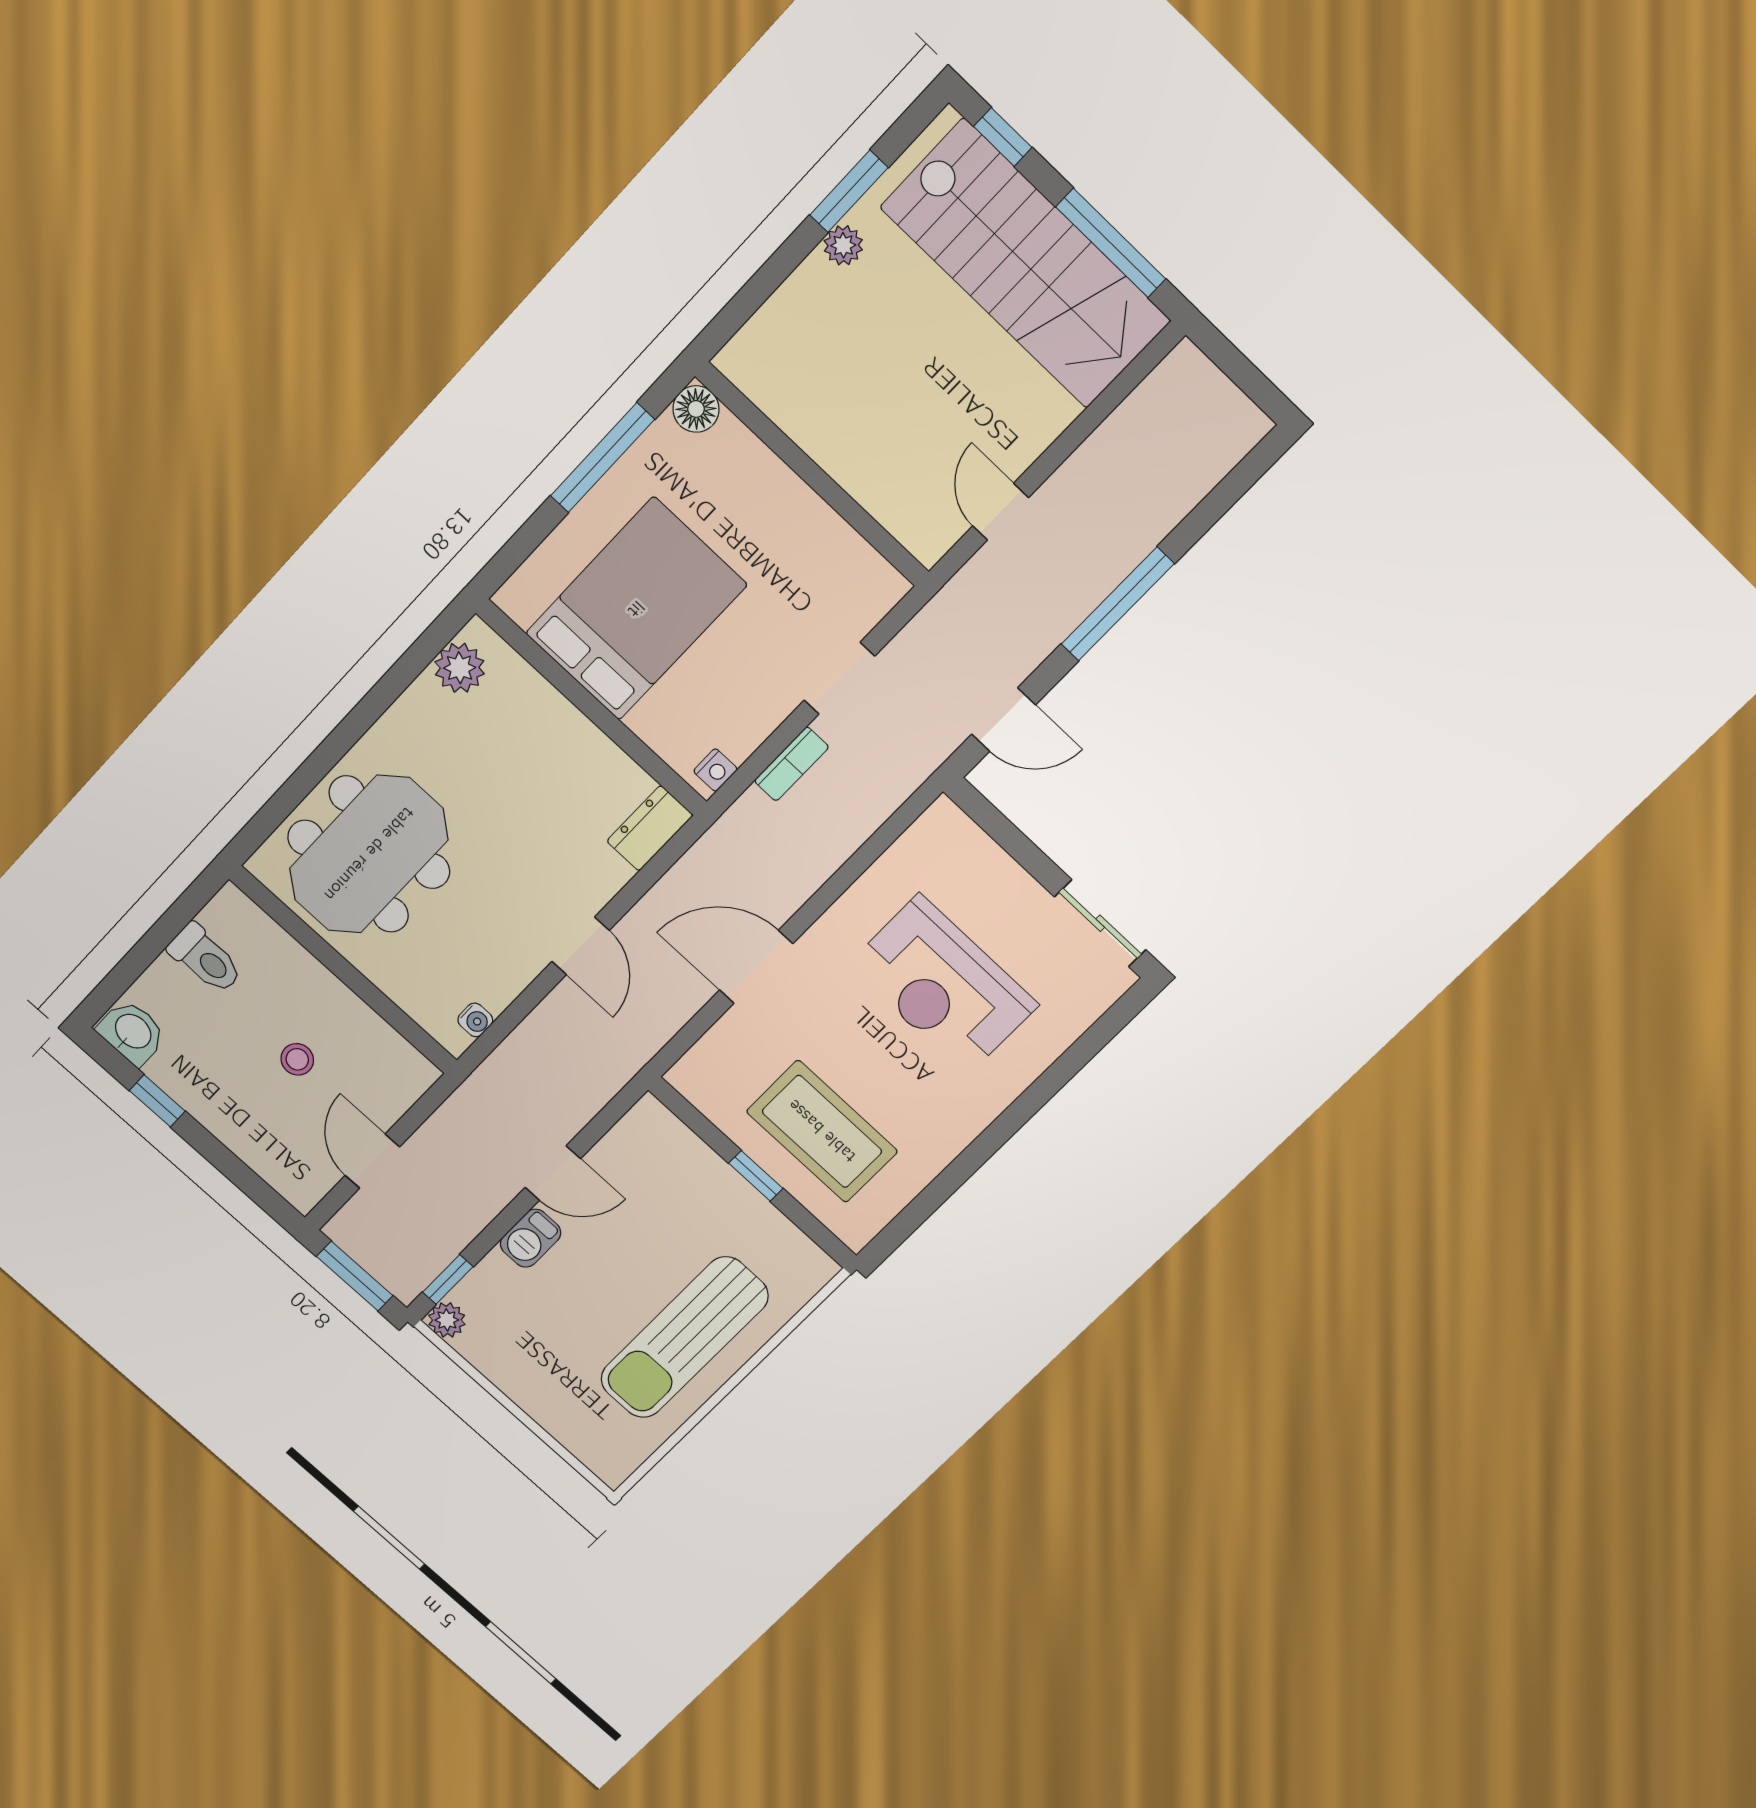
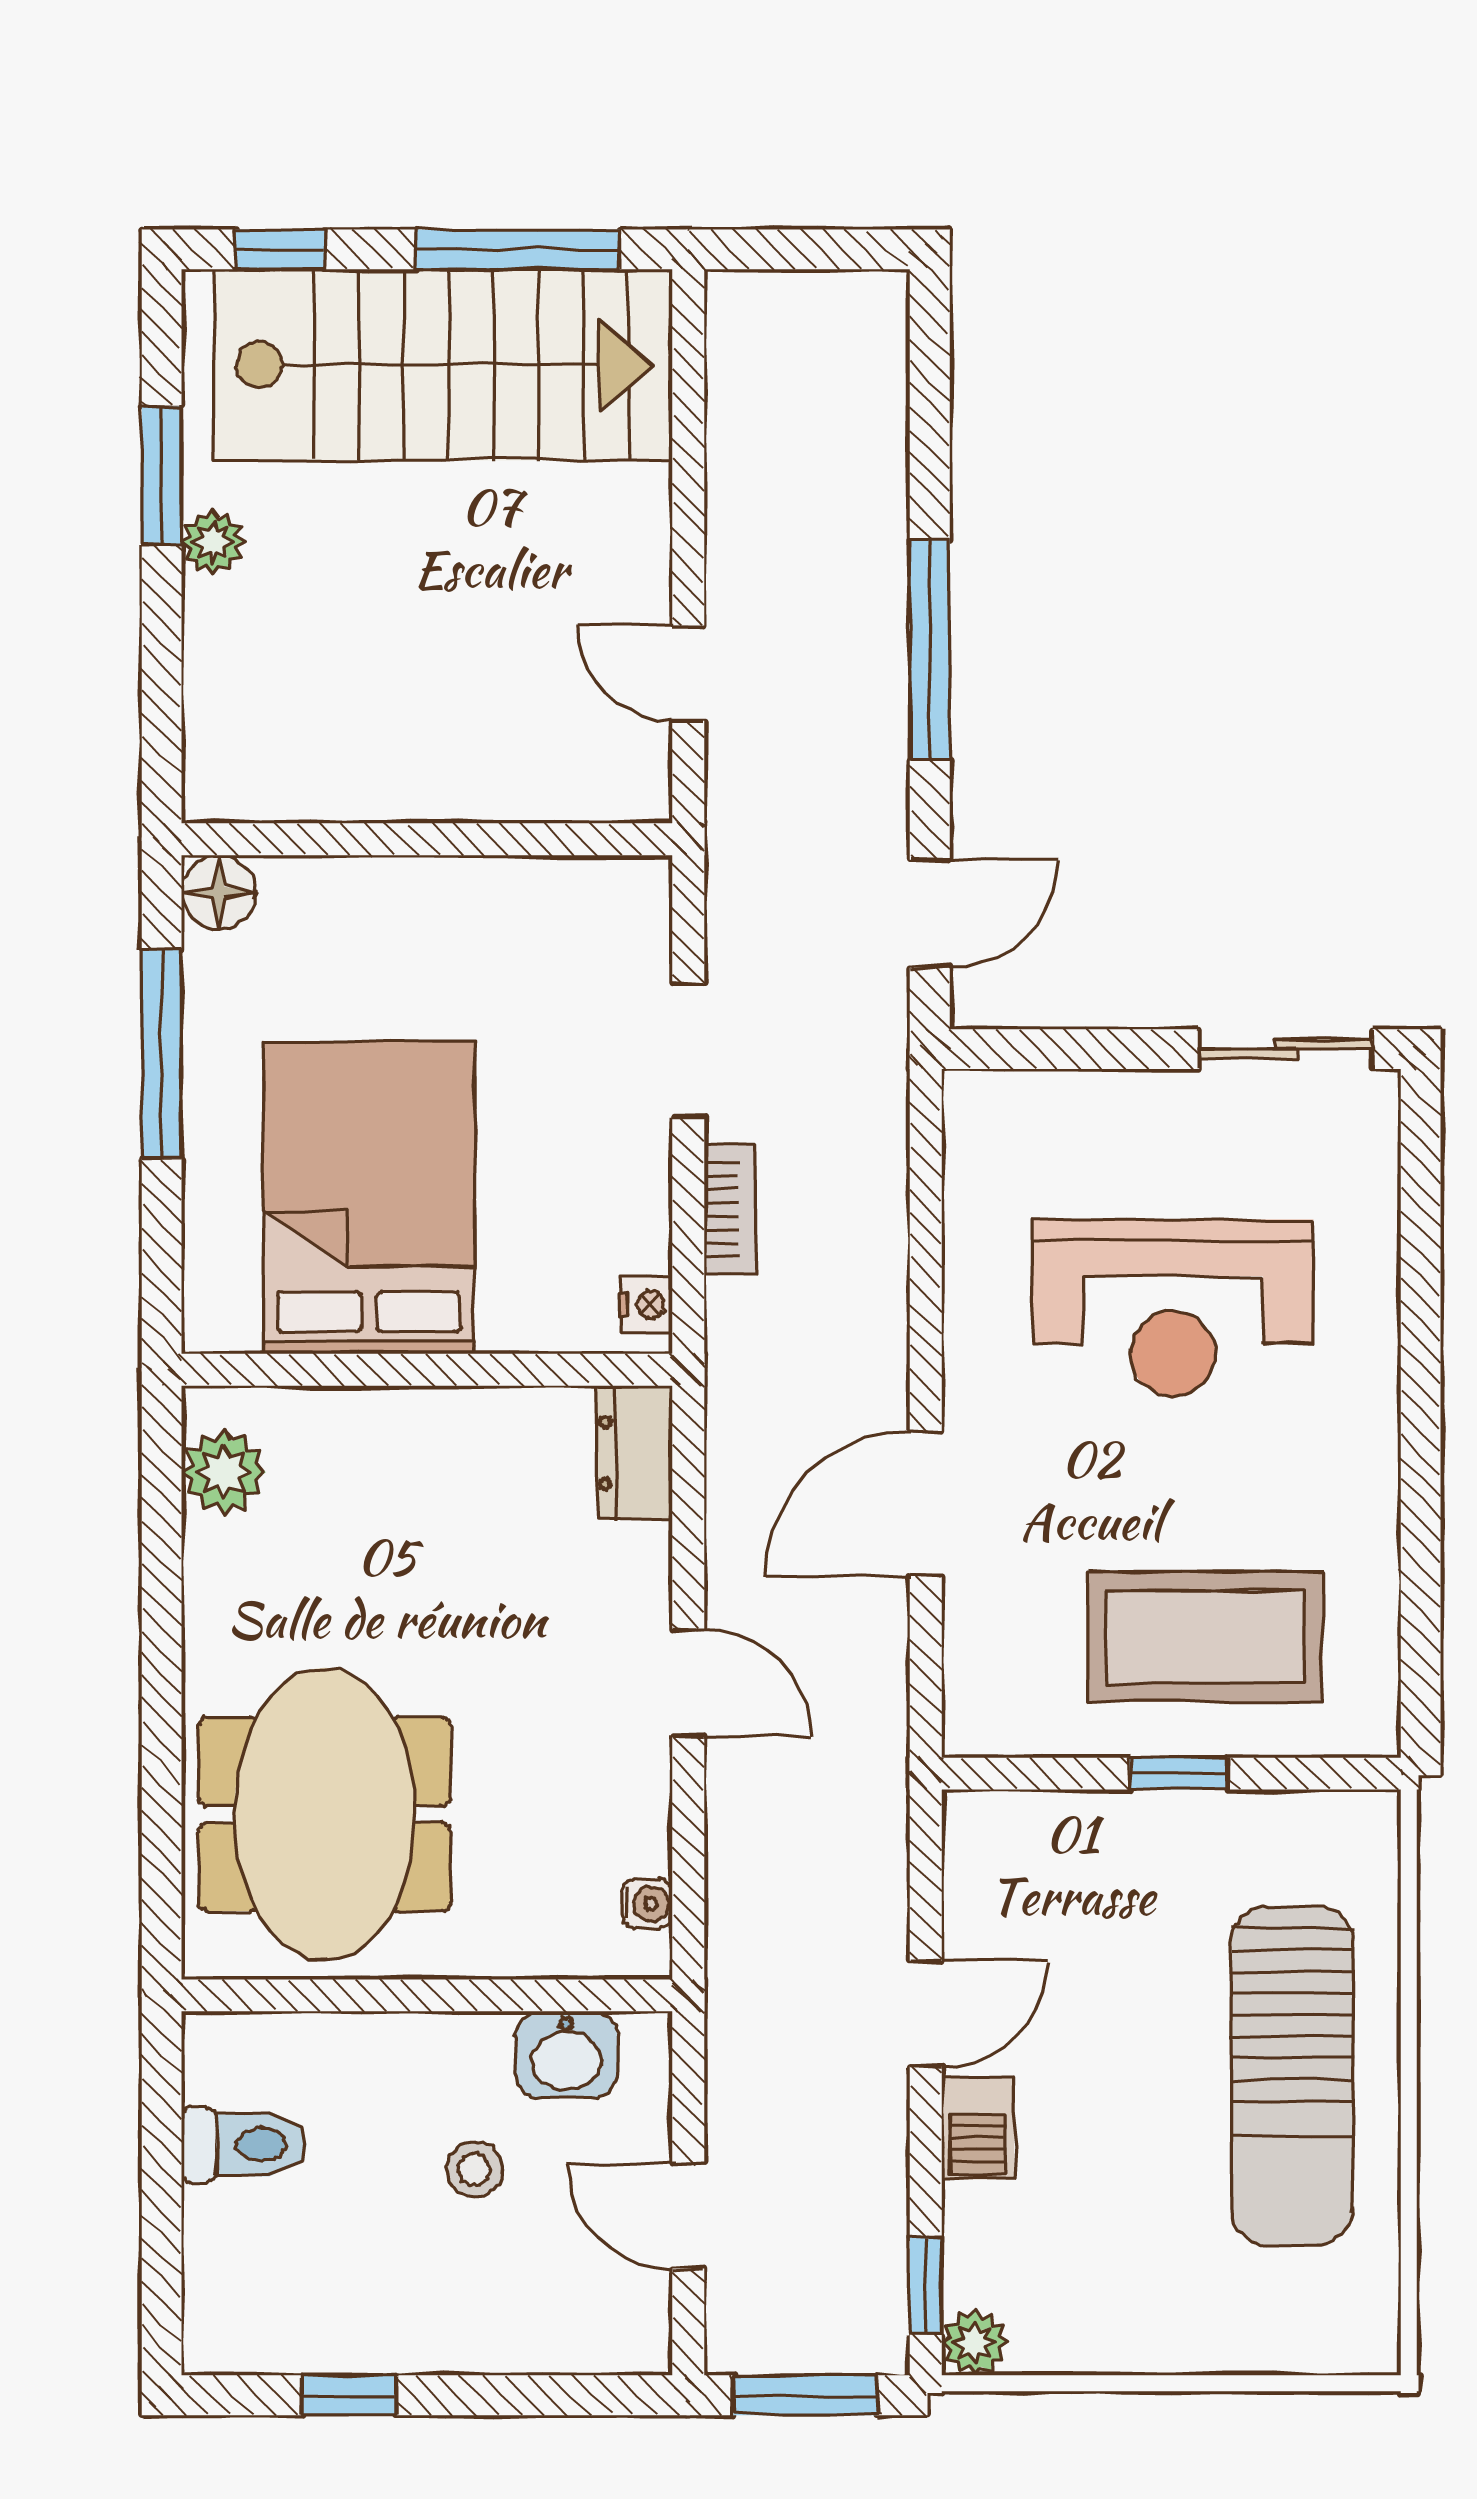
washbasin: (132, 1032) -> (567, 2055), moved, turned 180

